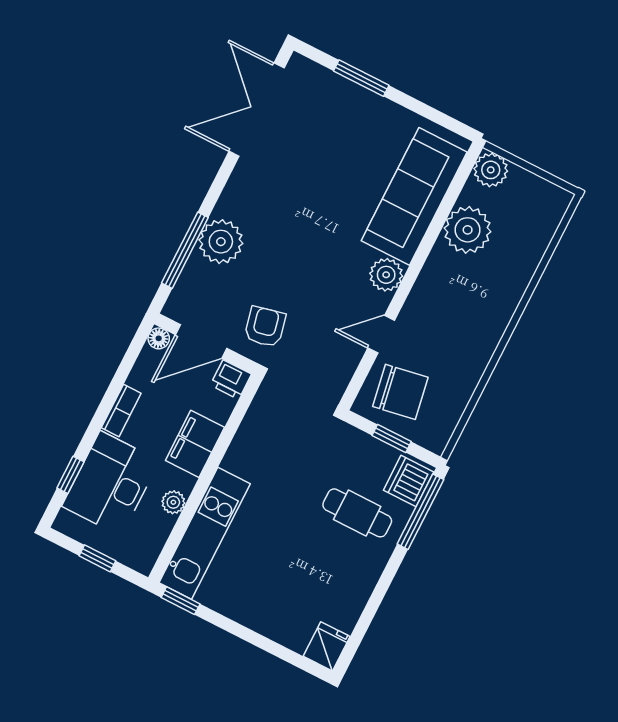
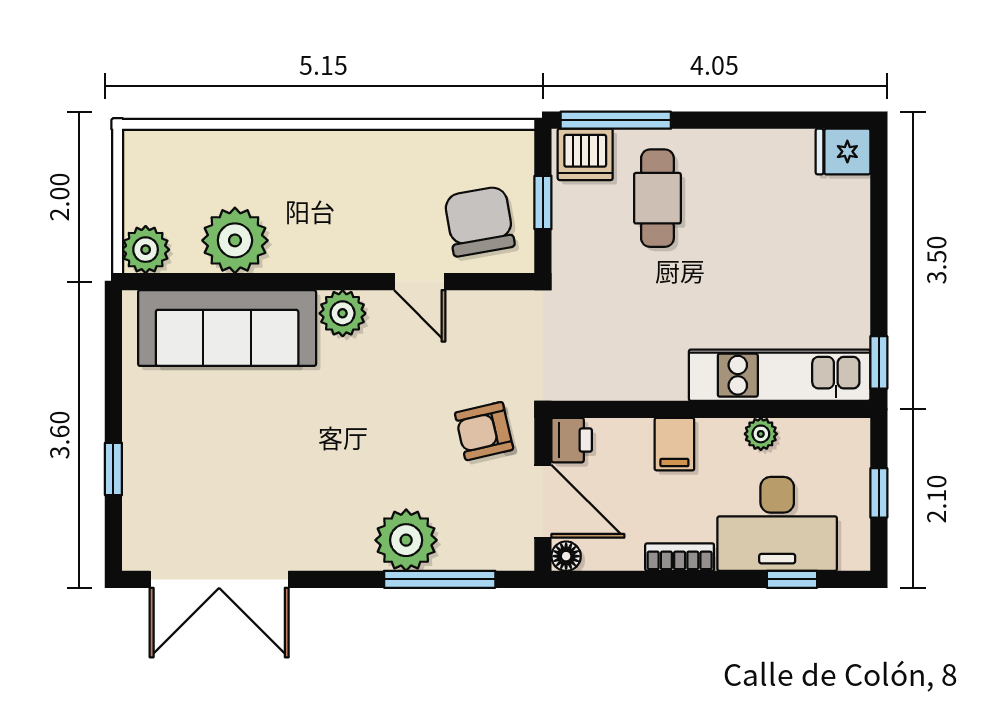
window: (361, 78) -> (113, 469), width x0.67
filing cabinet: (195, 444) -> (674, 444), width x0.50

